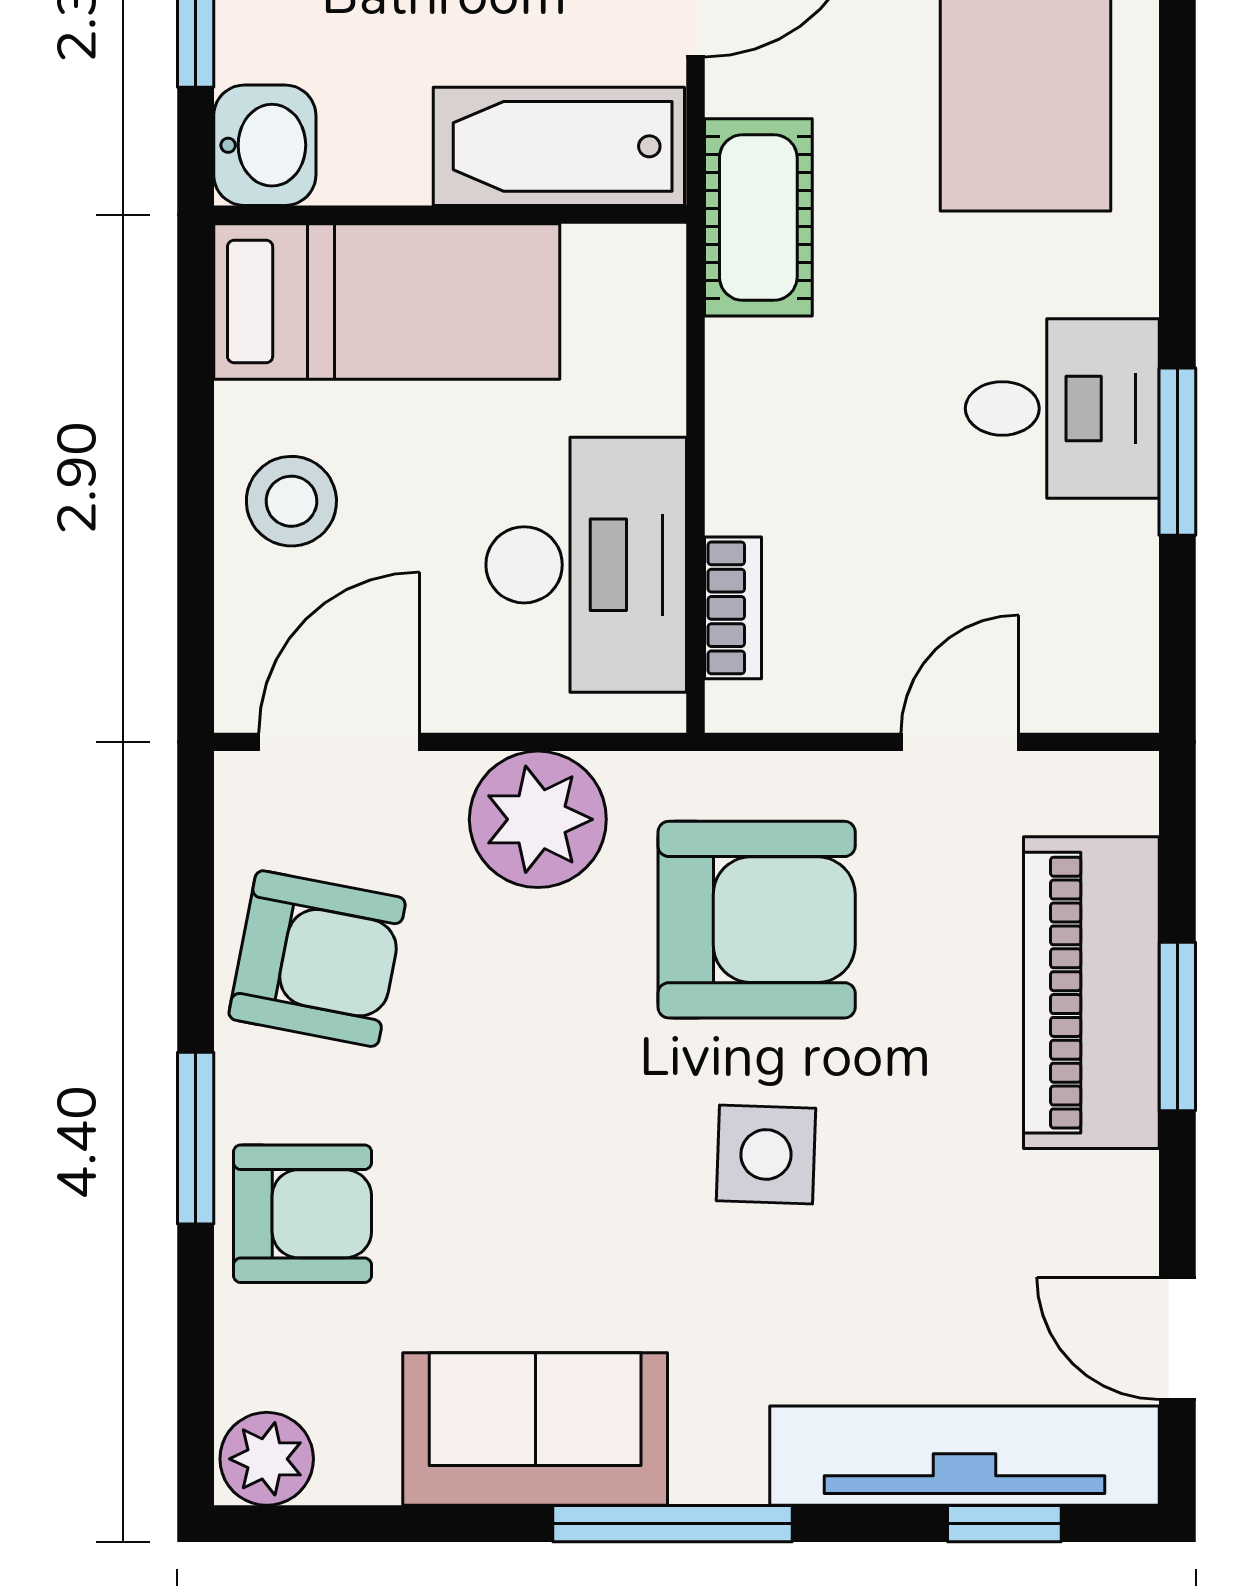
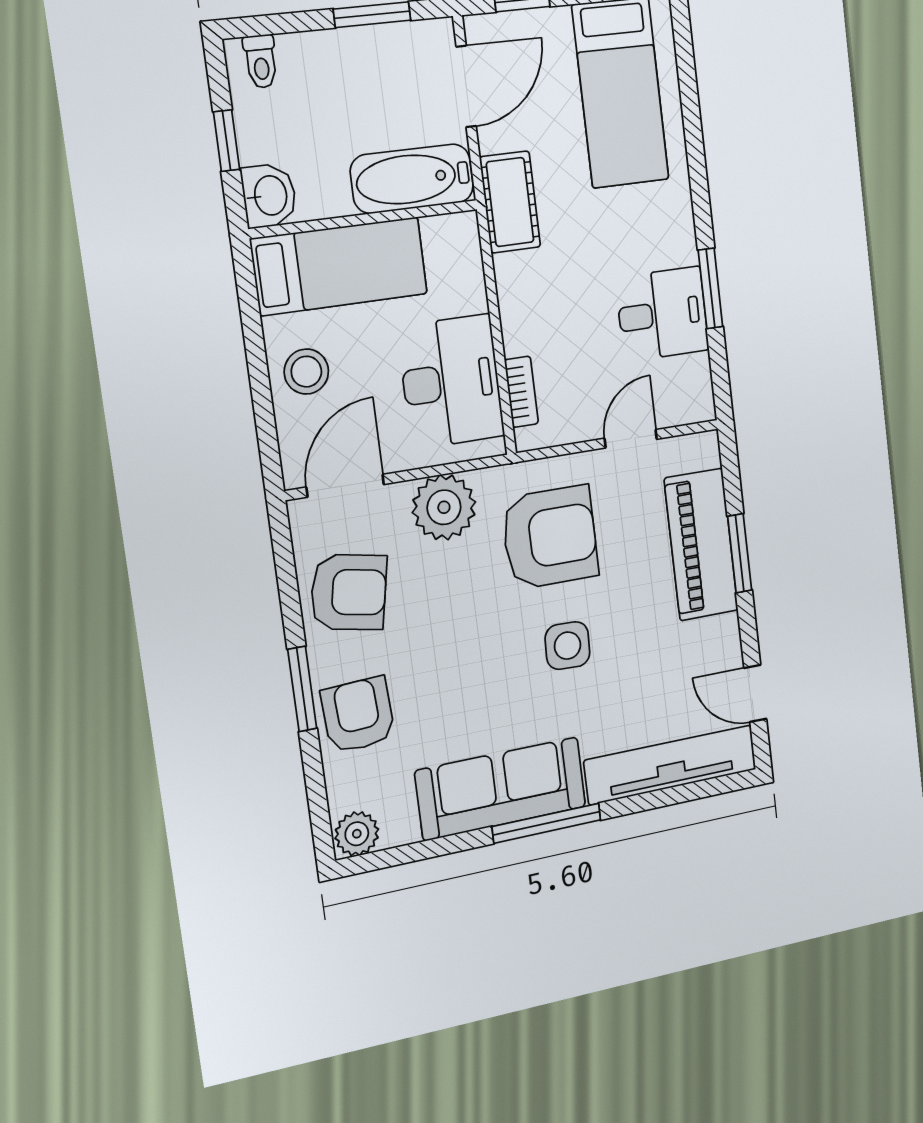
desk: (1062, 408) -> (662, 314), moved
armchair: (303, 1214) -> (358, 715), turned -93
sofa: (535, 1429) -> (501, 789), width x1.36
window: (1004, 1524) -> (691, 792), removed

